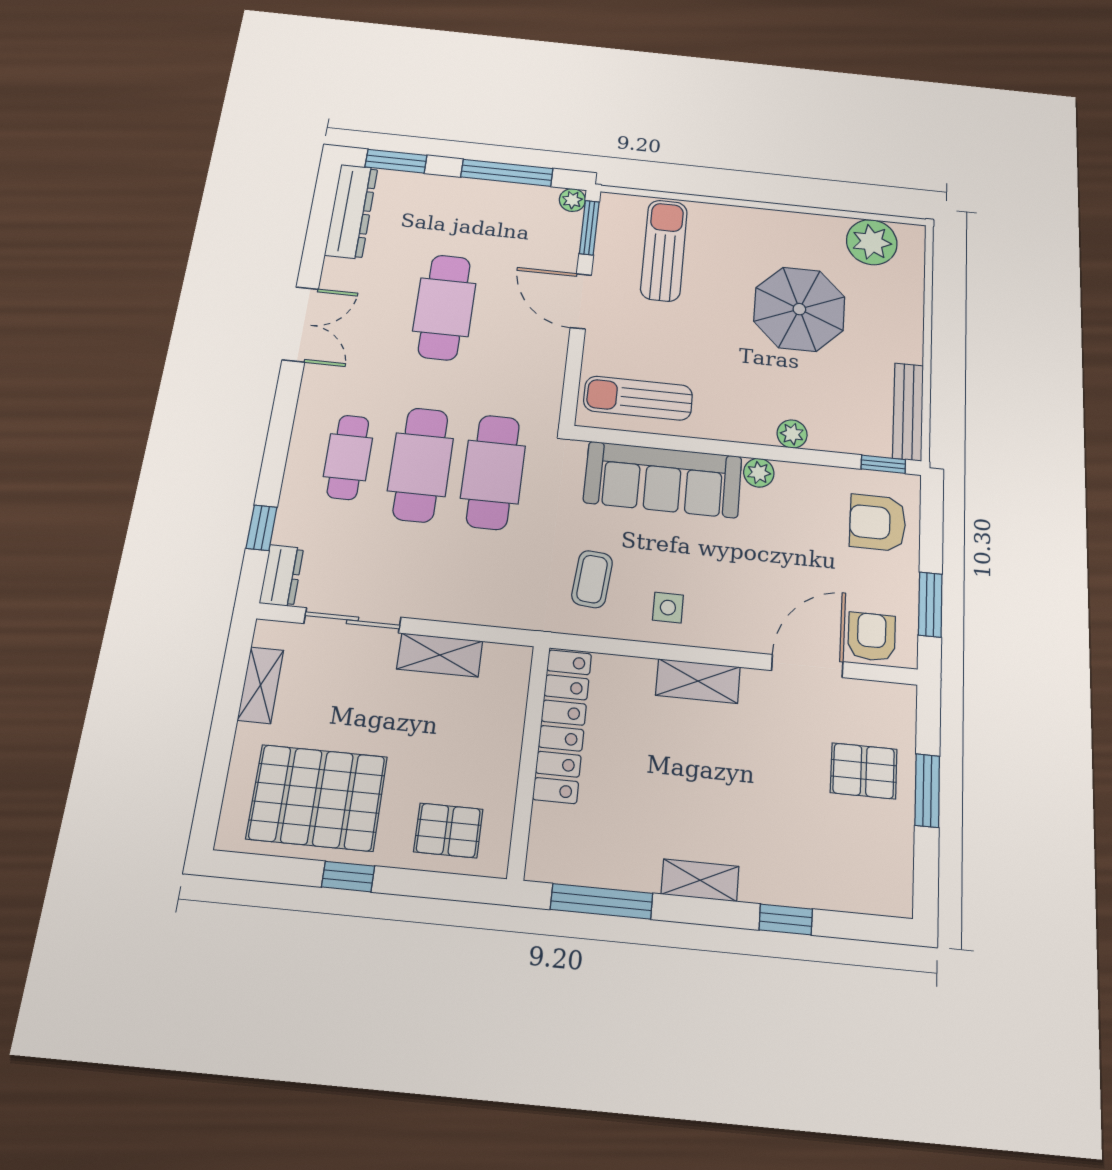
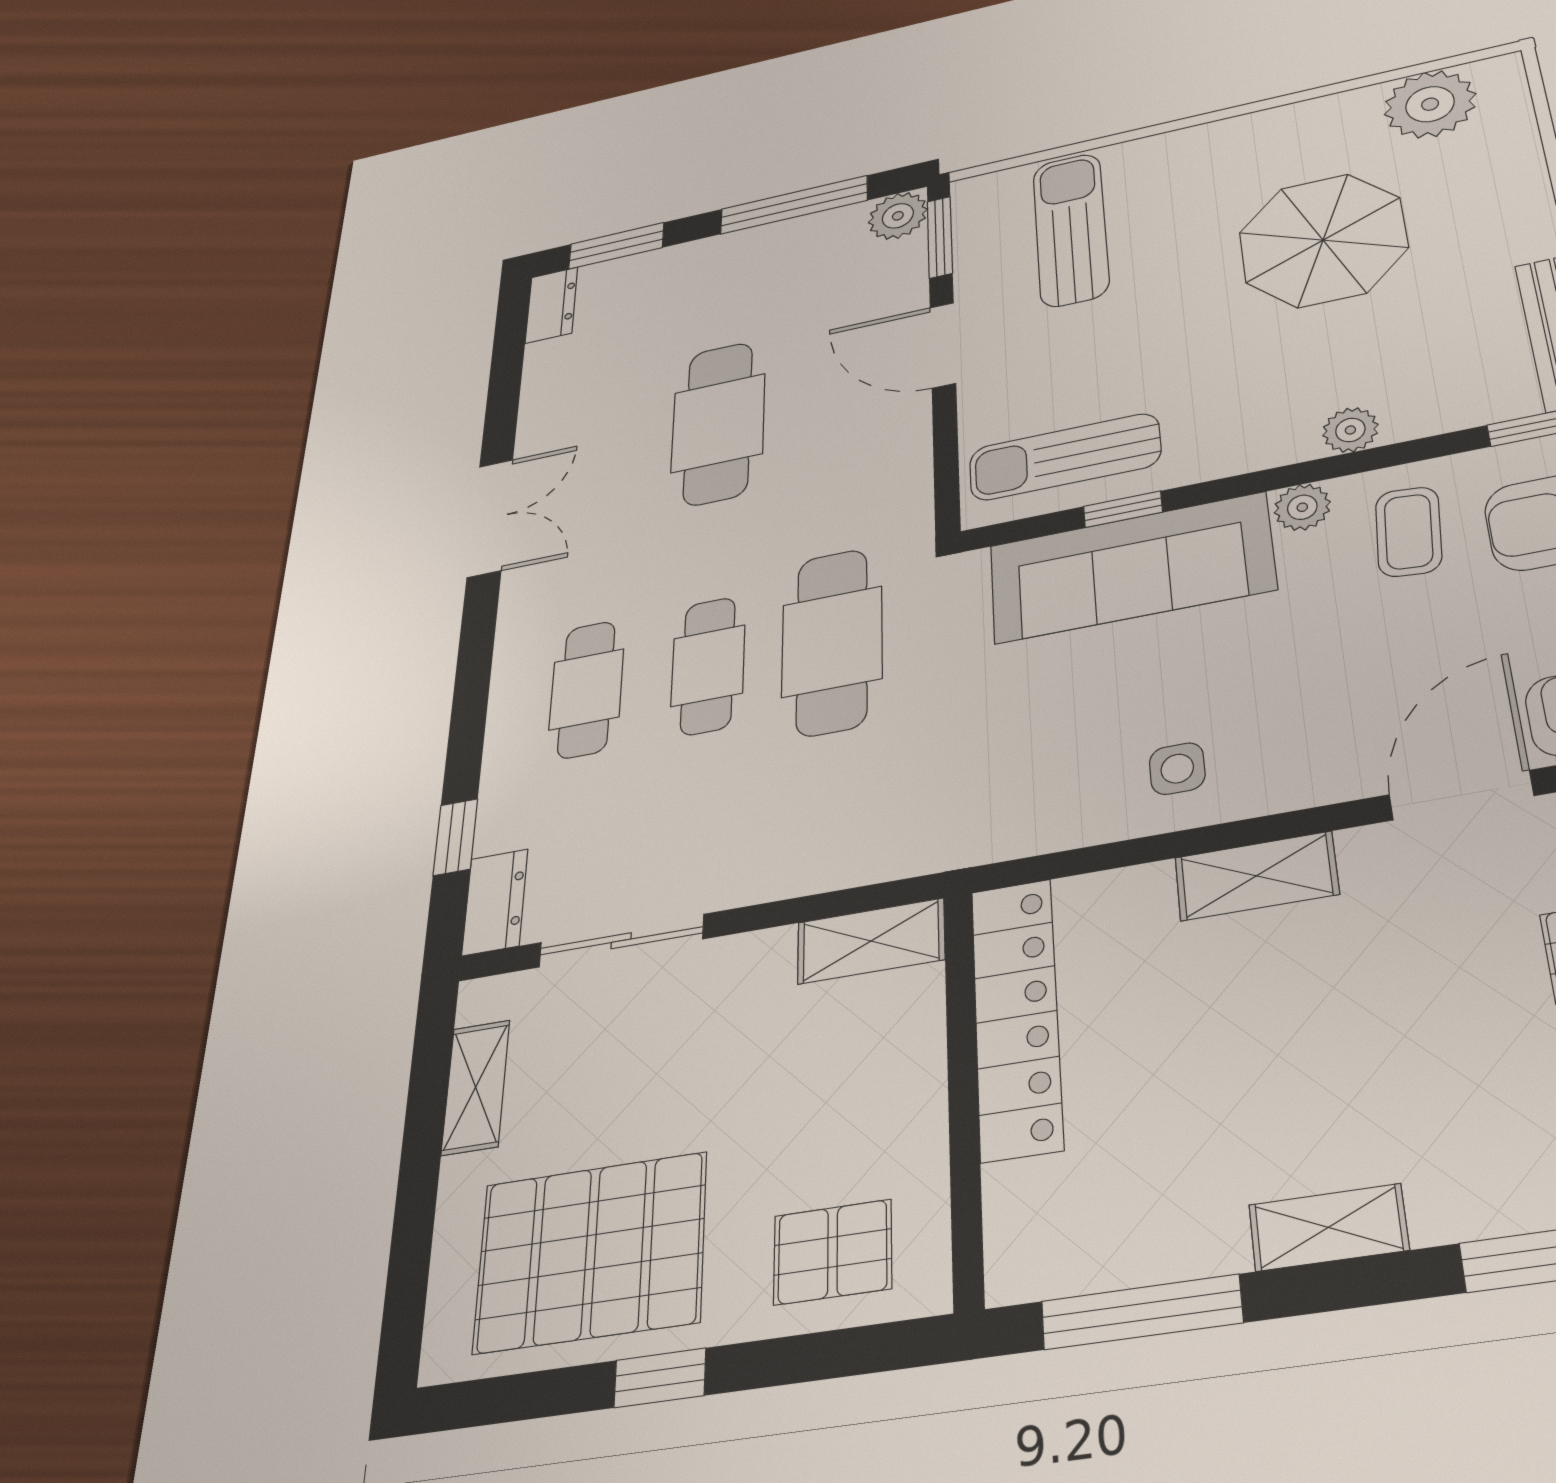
plant: (572, 200) -> (898, 216), width x1.38, depth x1.38
dresser: (351, 211) -> (552, 305), width x0.51, depth x0.80
window: (664, 442) -> (1123, 509), added
cafe table: (421, 465) -> (708, 666), width x0.73, depth x0.74
coffee table: (592, 579) -> (1409, 532), moved
shelving: (440, 655) -> (871, 941), moved

